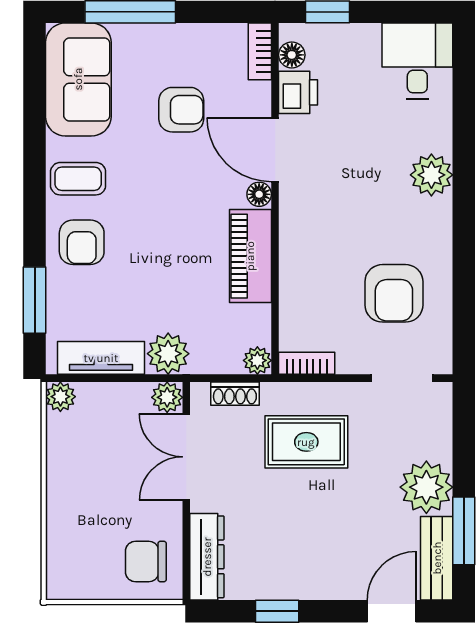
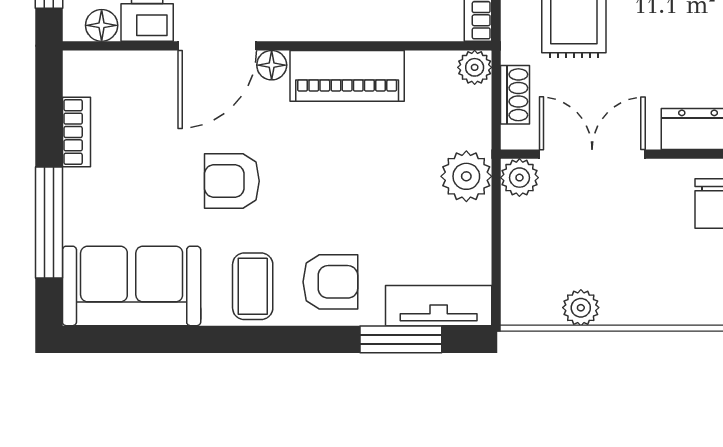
bookcase: (260, 51) -> (76, 132), moved, turned -90
armchair: (181, 110) -> (232, 181), moved, turned -90
tv unit: (101, 358) -> (439, 306), moved, turned 90
plant: (60, 397) -> (581, 308), moved
double door: (186, 457) -> (592, 154), swing flipped

